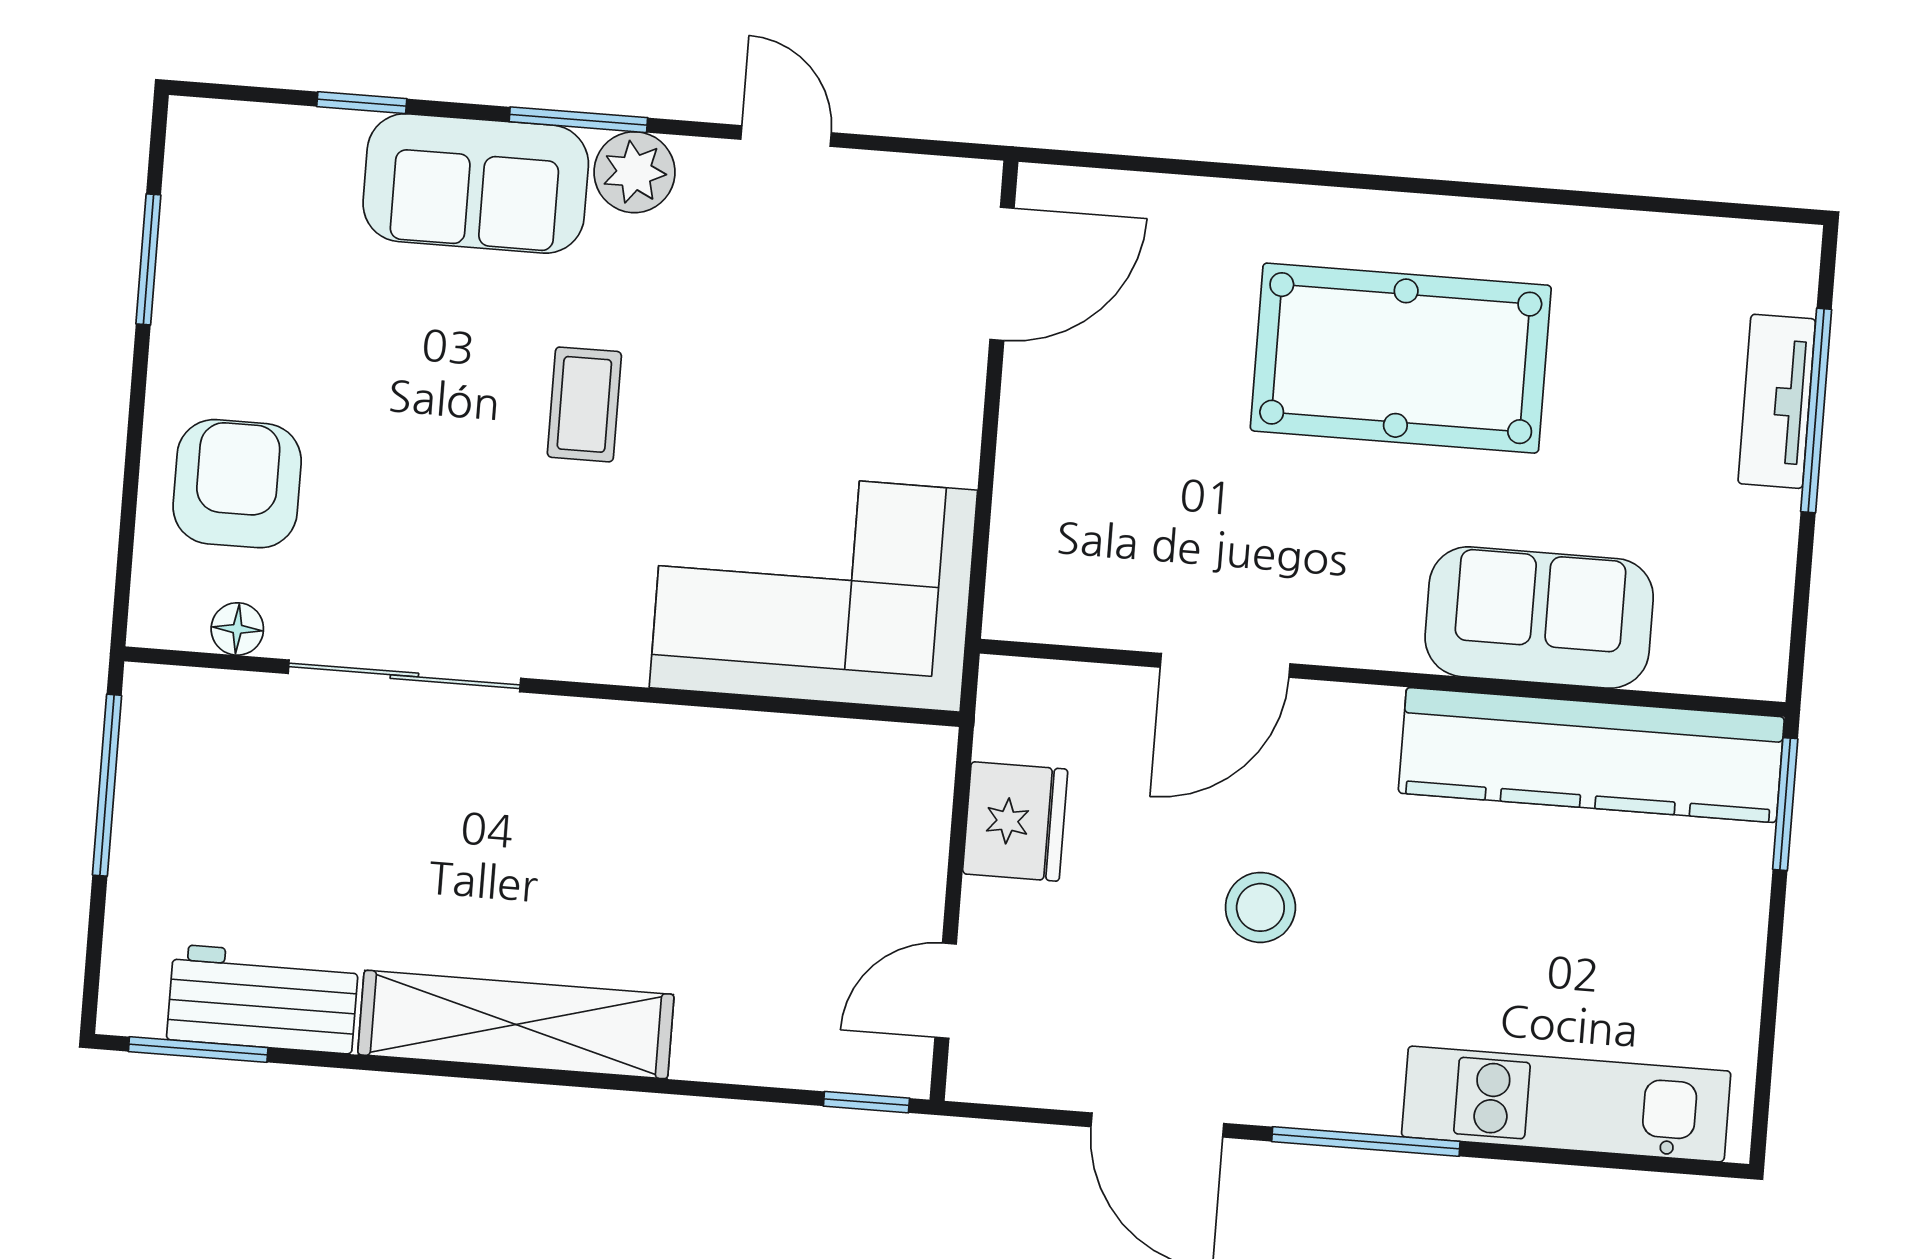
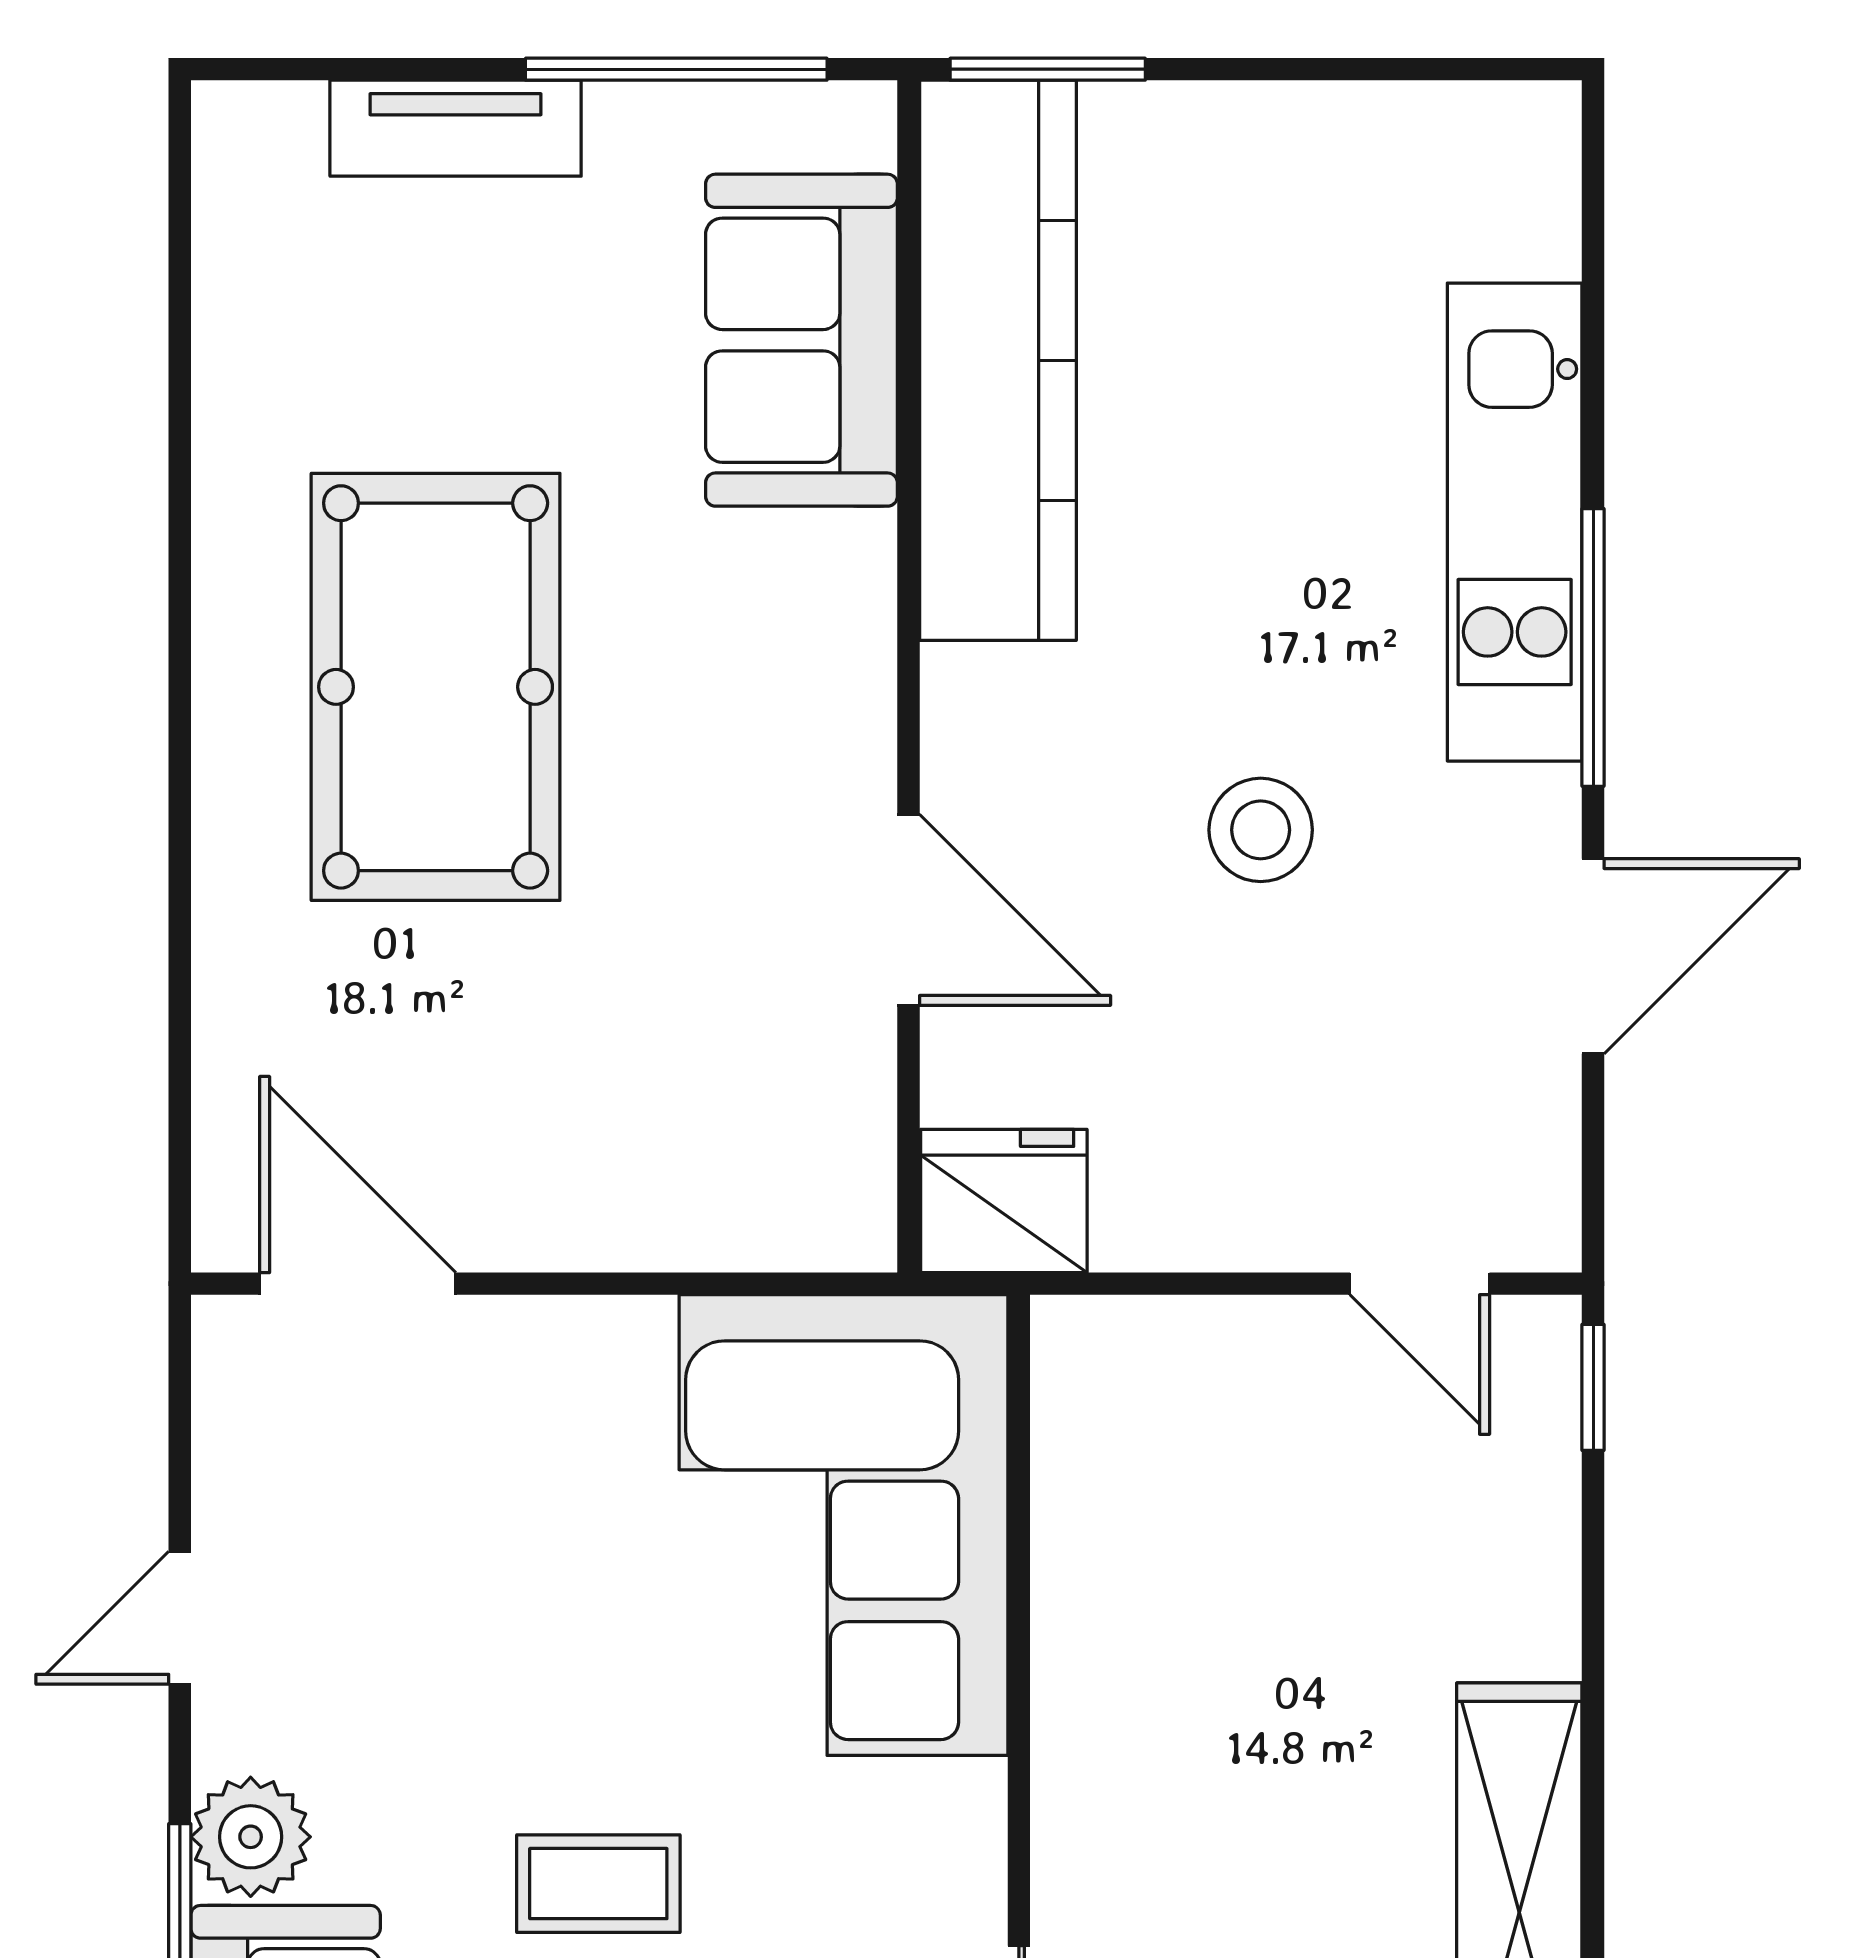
window: (1816, 411) -> (676, 69), moved
sofa: (1539, 618) -> (801, 340), moved
fridge: (1015, 821) -> (1004, 1201), moved
kitchen unit: (1566, 1104) -> (1515, 522), moved

